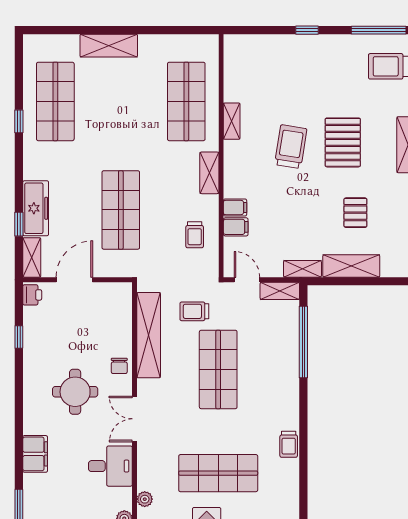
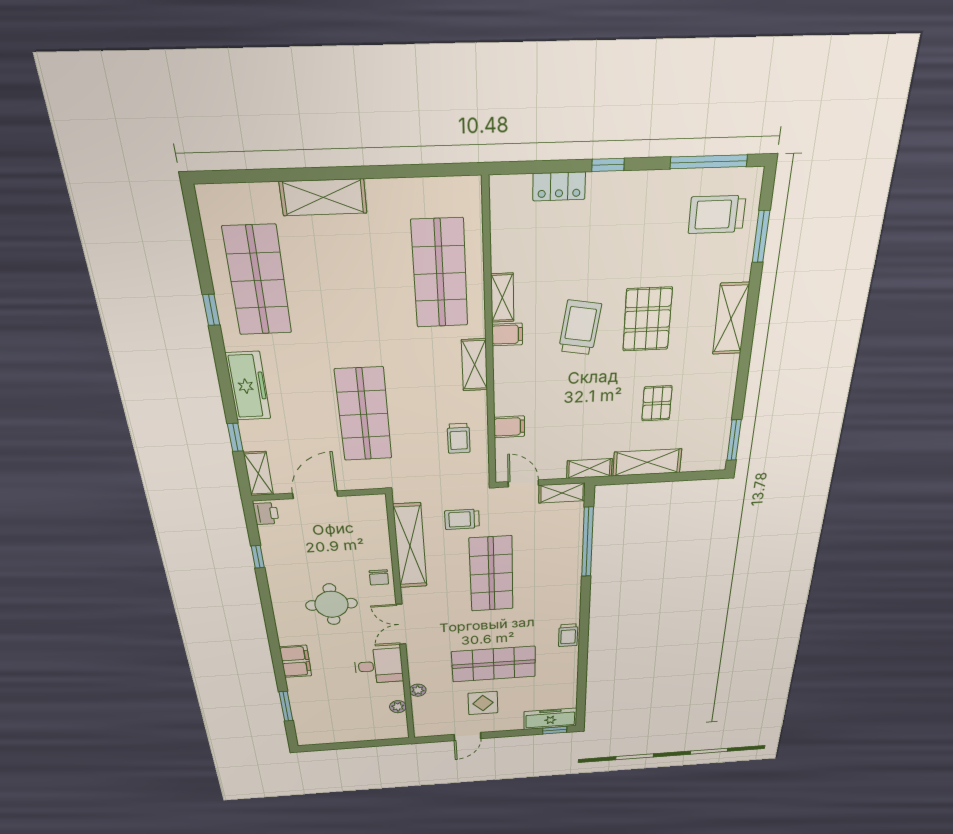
locker: (273, 43) -> (559, 186), added
freezer: (36, 208) -> (248, 386), moved
filing cabinet: (235, 208) -> (507, 335), moved

